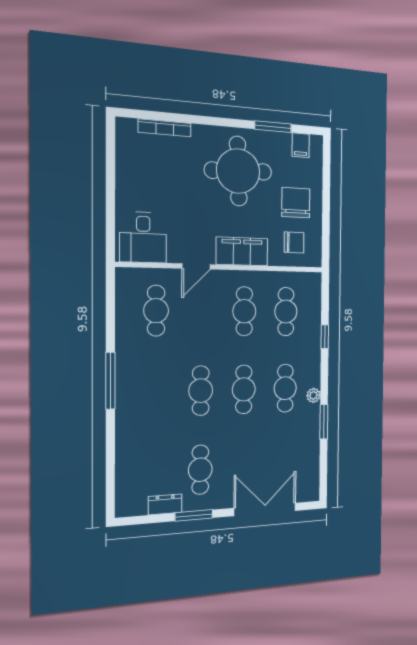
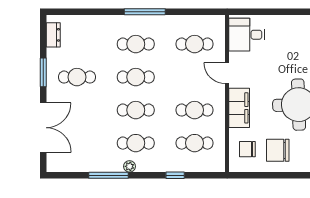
chair: (296, 203) -> (278, 150), turned 180
chair: (294, 242) -> (247, 149), turned 90
cafe table: (156, 392) -> (136, 44), added
window: (324, 422) -> (108, 175), width x1.44
dresser: (165, 504) -> (53, 35), moved

